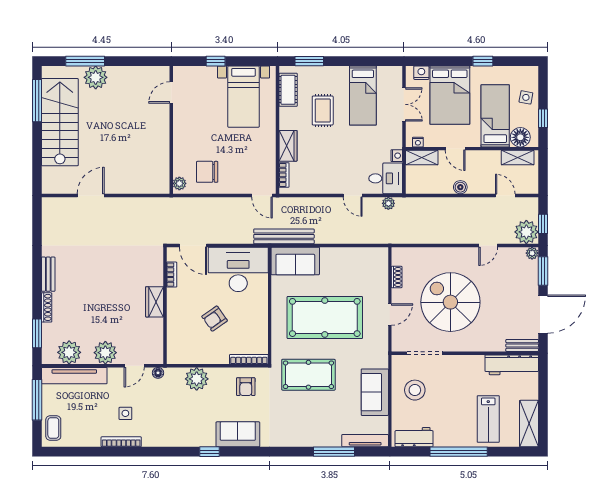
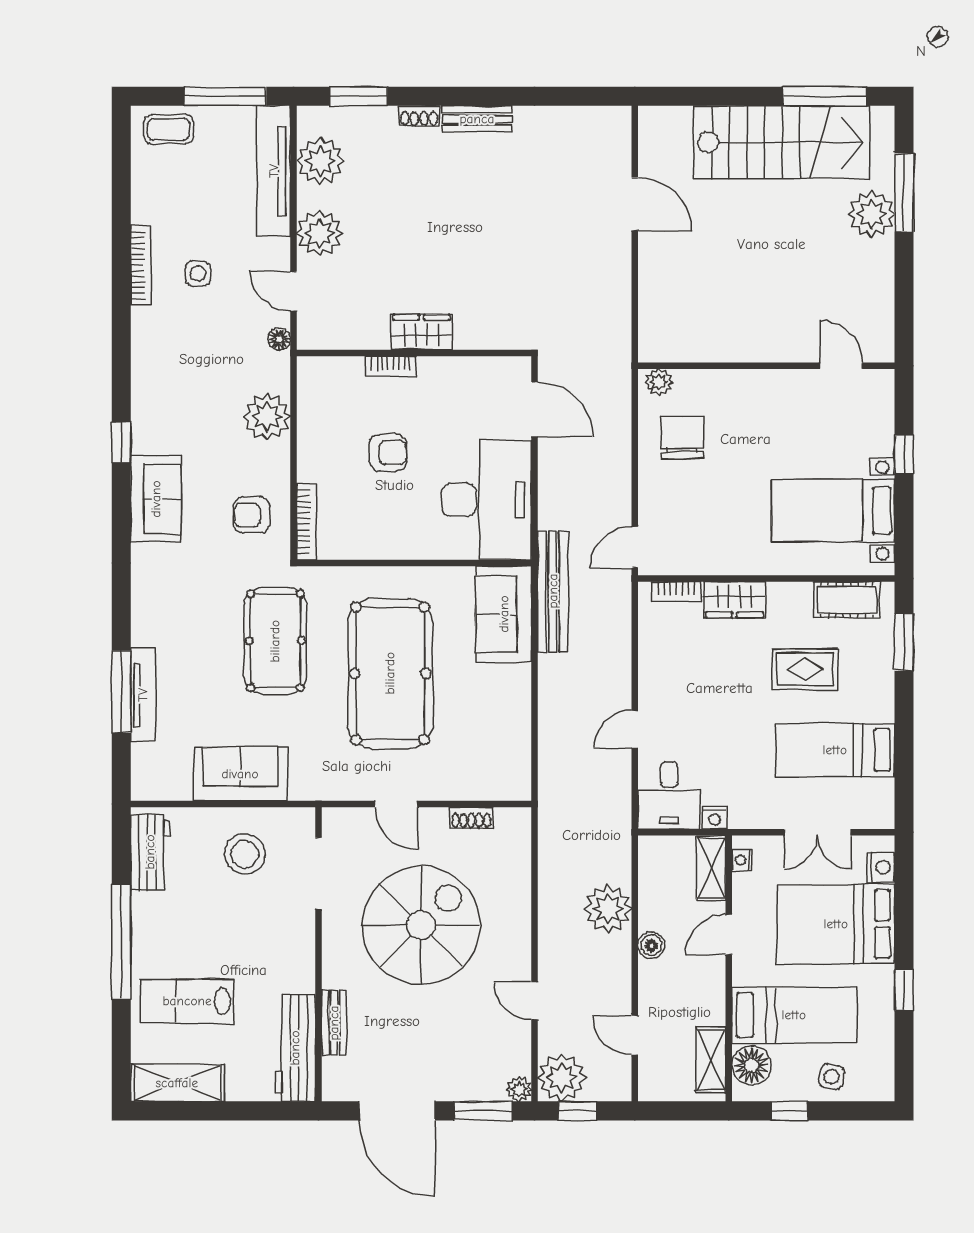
door: (505, 195) -> (635, 1035), swing flipped
plant: (388, 203) -> (608, 909), moved, width x1.88, depth x1.88
door: (193, 245) -> (535, 409), swing flipped
bookcase: (172, 275) -> (390, 366), moved
shoe rack: (47, 307) -> (419, 116), width x0.70
armchair: (215, 319) -> (388, 452), turned 125
bench: (522, 345) -> (334, 1023), moved
tv unit: (365, 441) -> (143, 695), moved

